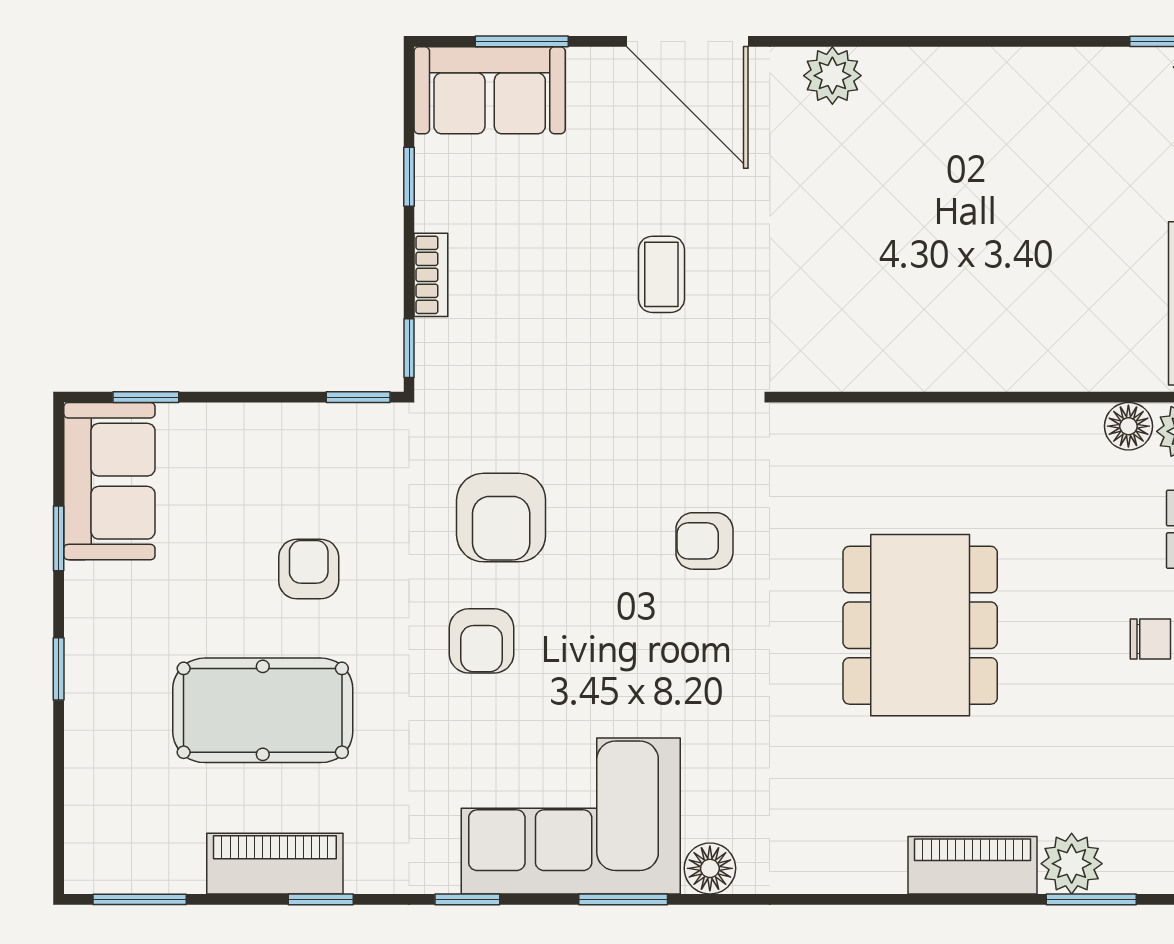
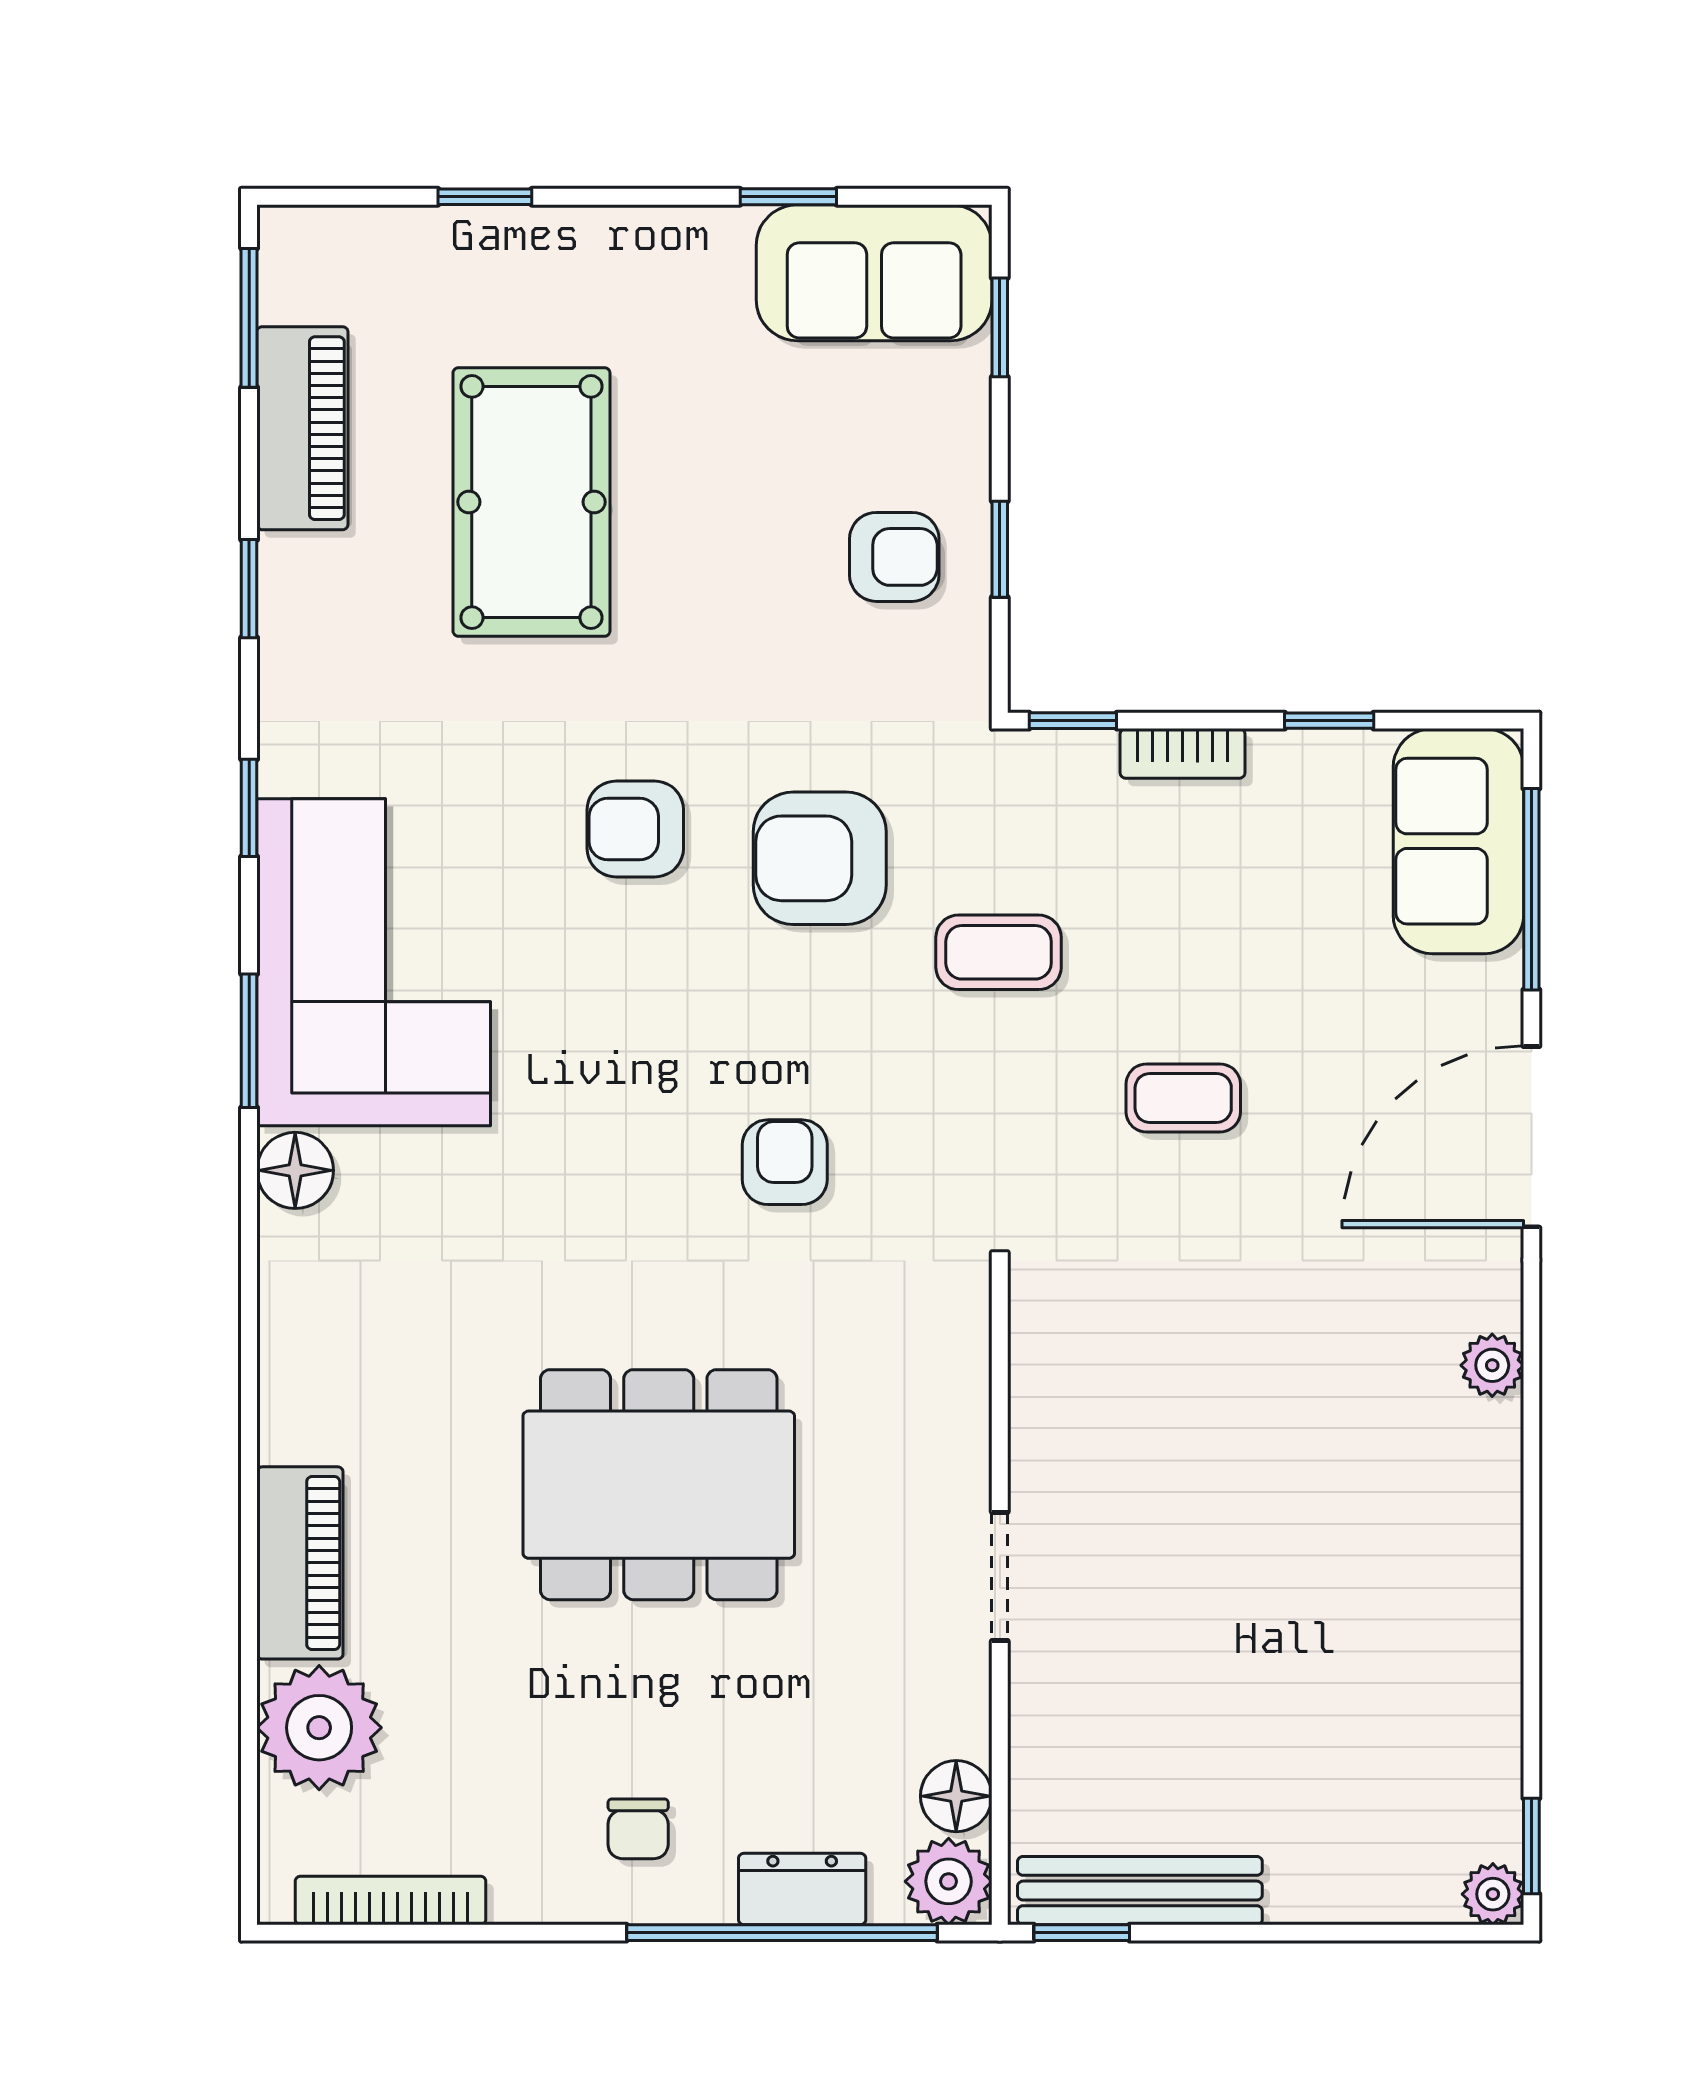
window: (522, 41) -> (1531, 889), width x1.44
plant: (832, 76) -> (1492, 1365), width x0.73, depth x0.73
window: (358, 397) -> (1000, 549), moved
doorway: (982, 397) -> (1000, 1577), added
coffee table: (564, 398) -> (999, 952), added
armchair: (309, 569) -> (894, 557), moved
window: (59, 669) -> (485, 197), moved
piano: (275, 864) -> (302, 428), moved
plant: (1072, 864) -> (319, 1728), width x1.36, depth x1.36
window: (1091, 899) -> (249, 1740), removed

